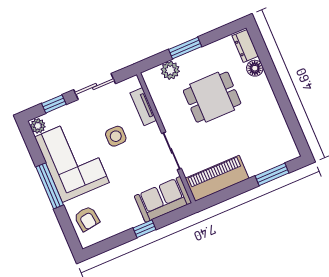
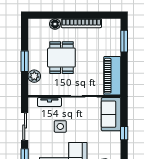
dresser: (245, 46) -> (39, 24), removed
bookcase: (272, 104) -> (81, 23), added

